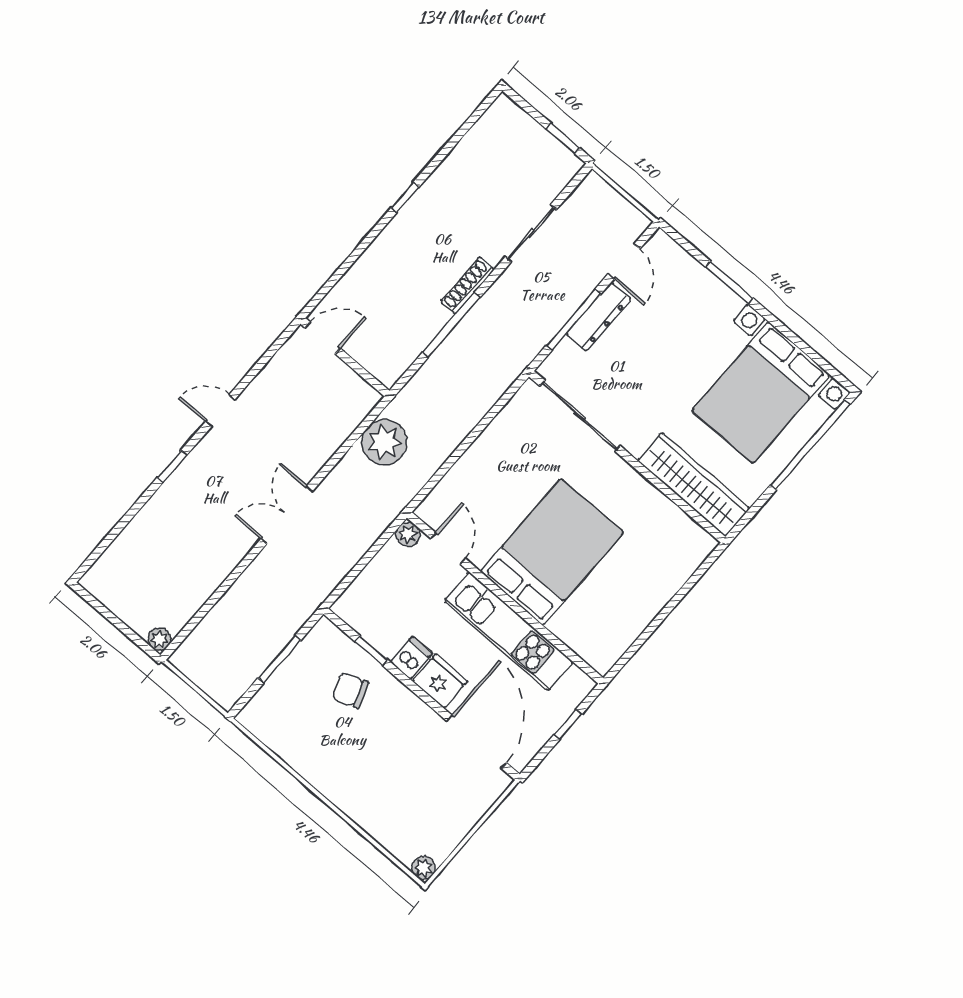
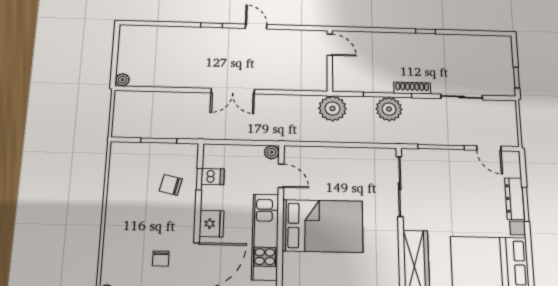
door: (624, 261) -> (489, 148), hinge flipped
dresser: (599, 317) -> (514, 199), moved, turned 90
plant: (471, 340) -> (389, 109), added
plant: (384, 442) -> (332, 108), moved
double door: (287, 515) -> (233, 91), swing flipped
door: (448, 548) -> (281, 176), hinge flipped
dishwasher: (411, 658) -> (213, 177), moved
chair: (350, 690) -> (171, 185), turned -57
chair: (434, 775) -> (161, 259), added

